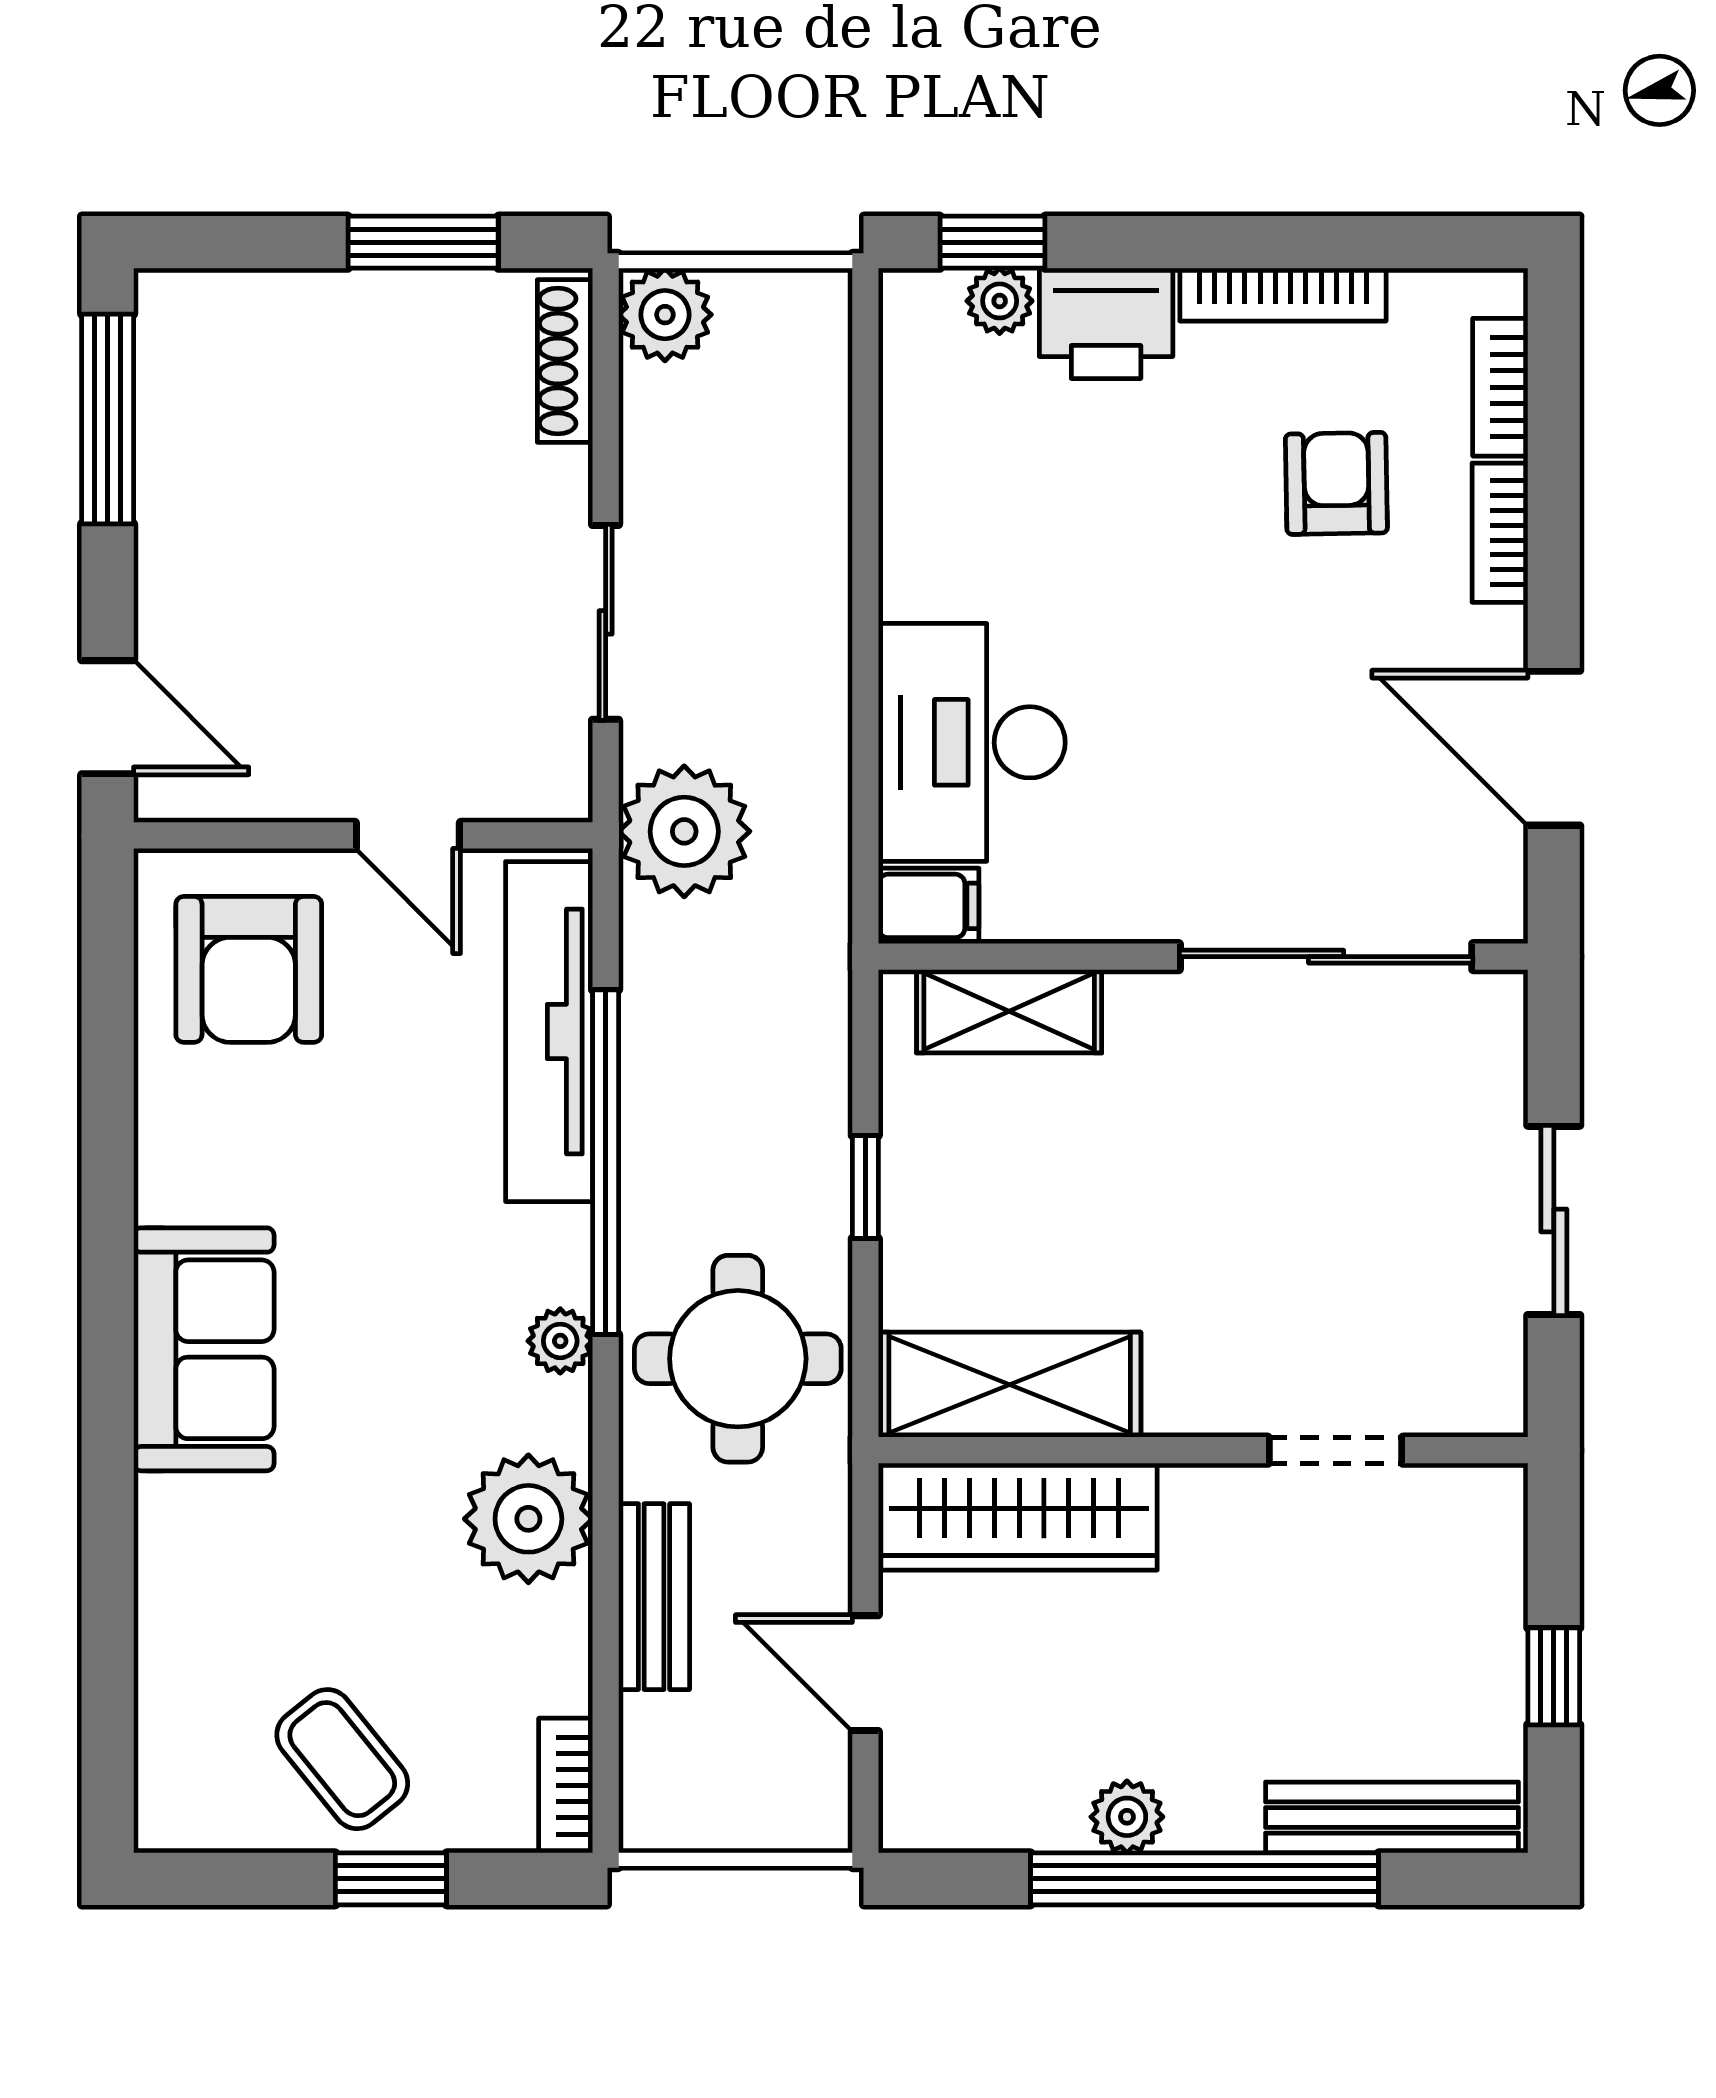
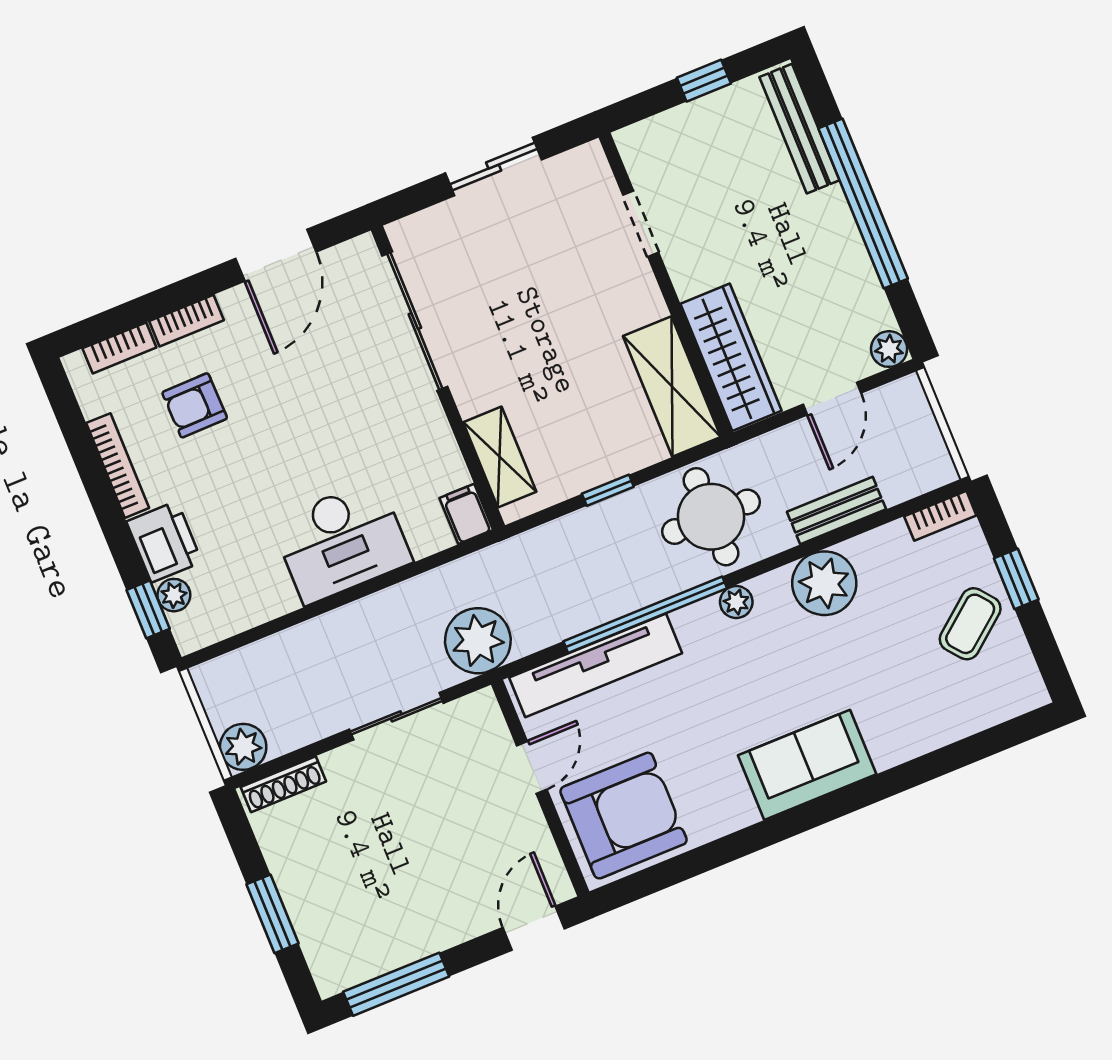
window: (423, 242) -> (272, 914), moved
desk: (972, 742) -> (342, 542), moved
armchair: (249, 969) -> (624, 816), width x1.36, depth x1.36
plant: (1127, 1817) -> (889, 349), moved

